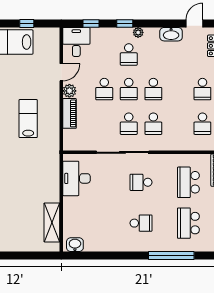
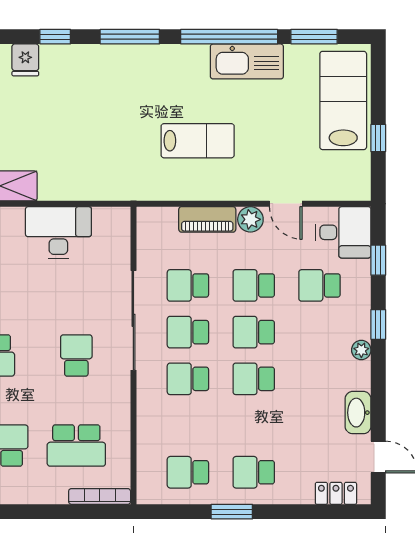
school desk: (129, 54) -> (319, 285), moved
school desk: (104, 124) -> (188, 285), added
desk: (76, 178) -> (58, 233), moved
school desk: (188, 182) -> (76, 446), turned 180

